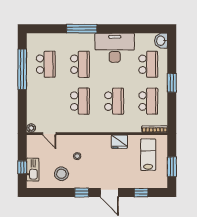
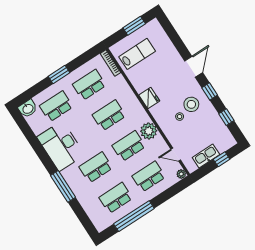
school desk: (46, 101) -> (149, 177), added
plant: (82, 124) -> (149, 131), added
door: (49, 134) -> (176, 155), swing flipped
fridge: (119, 142) -> (149, 98), moved
lab bench: (148, 155) -> (137, 54), turned 180
kitchen sink: (33, 170) -> (206, 156), moved
stool: (61, 174) -> (191, 104), moved
window: (141, 193) -> (226, 117), moved

